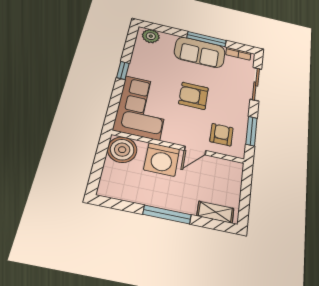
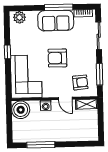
armchair: (221, 135) -> (80, 82), turned 85
door: (195, 151) -> (65, 98), hinge flipped
washing machine: (162, 159) -> (46, 105), width x0.53, depth x0.53
shelving: (215, 212) -> (87, 104), moved
window: (167, 215) -> (41, 145), moved

